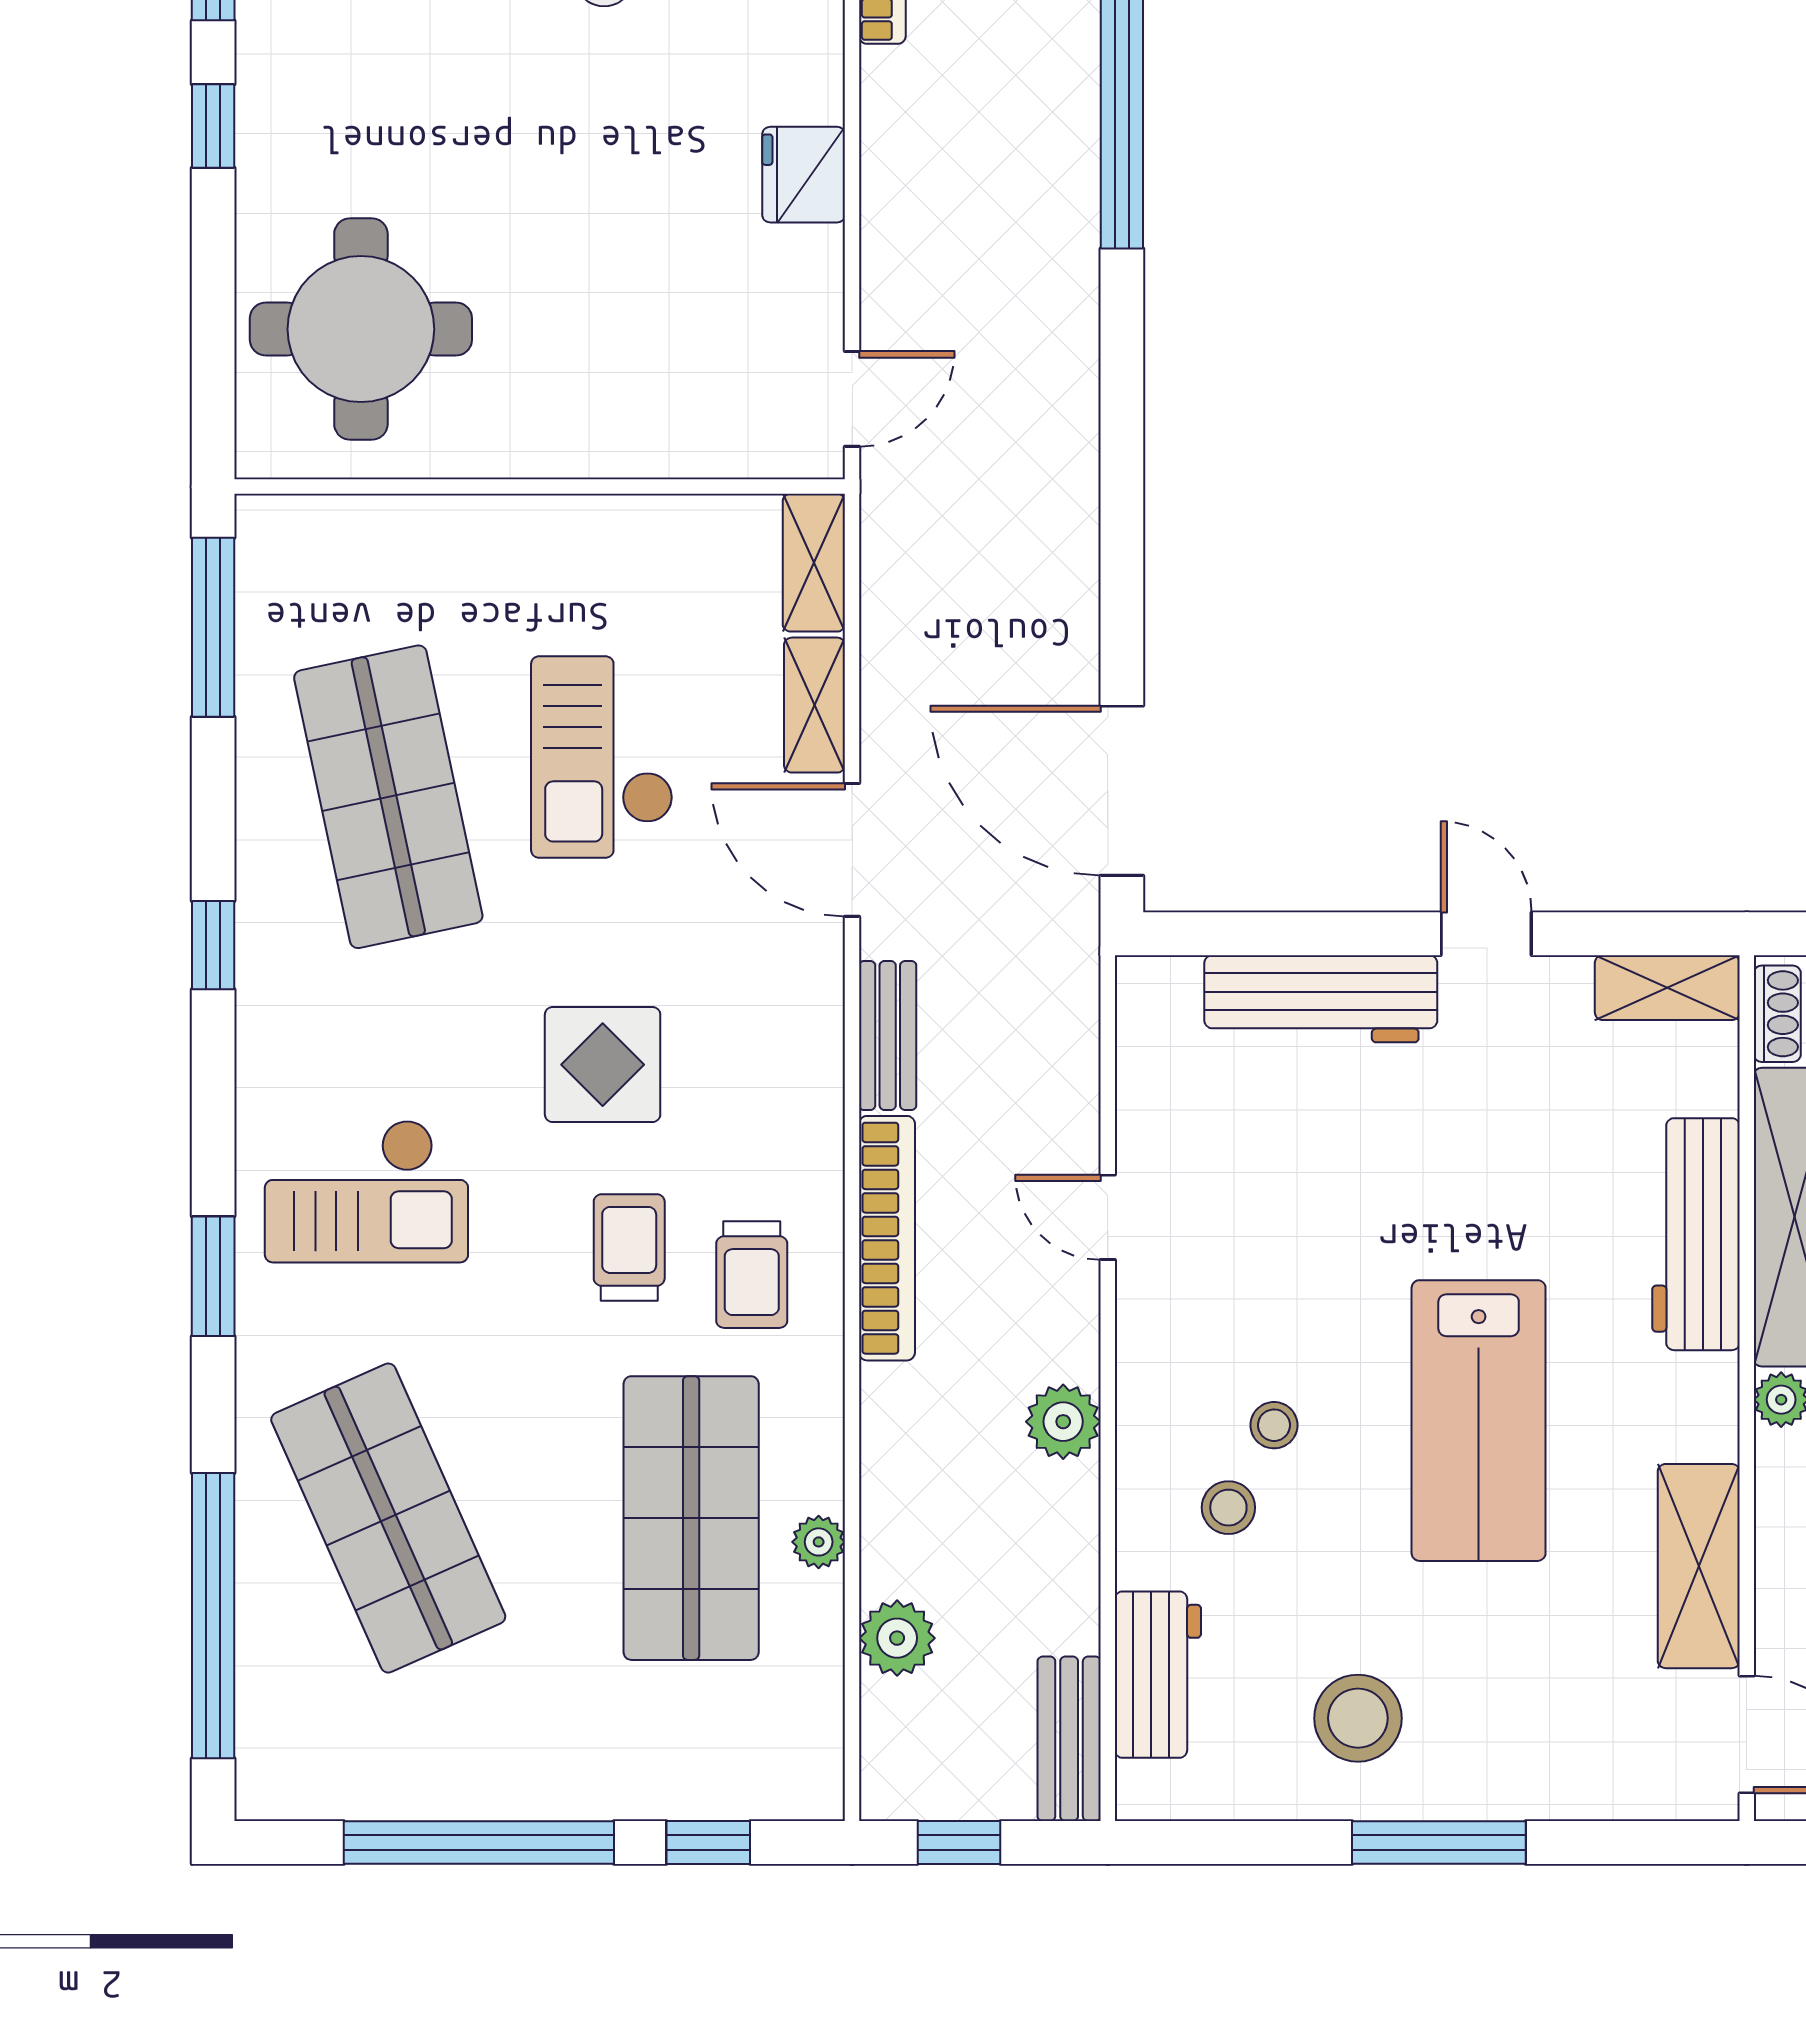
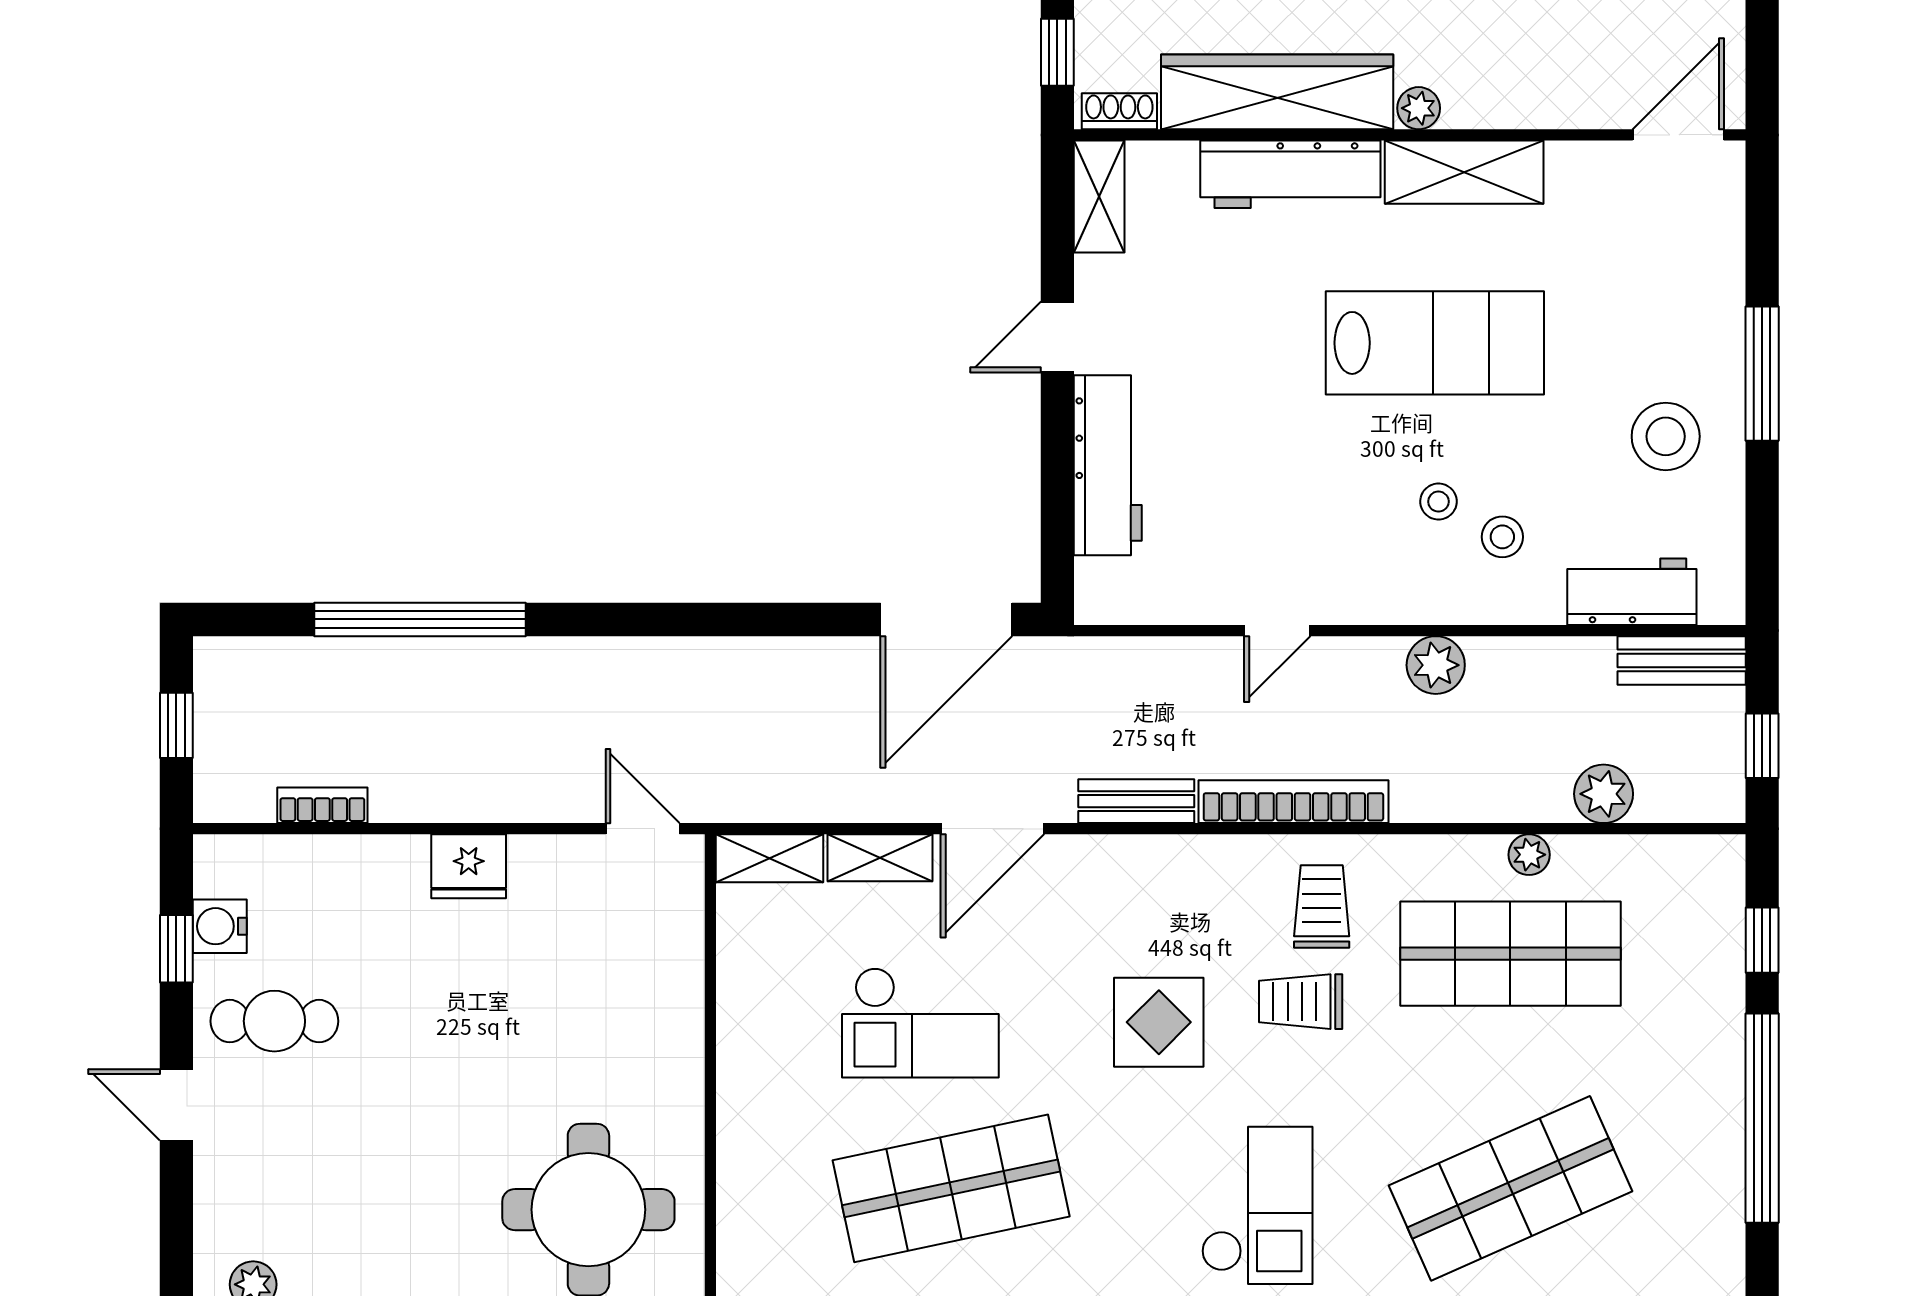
trolley: (752, 1275) -> (1322, 907), turned -90
shelving: (1699, 1566) -> (1464, 172), moved

